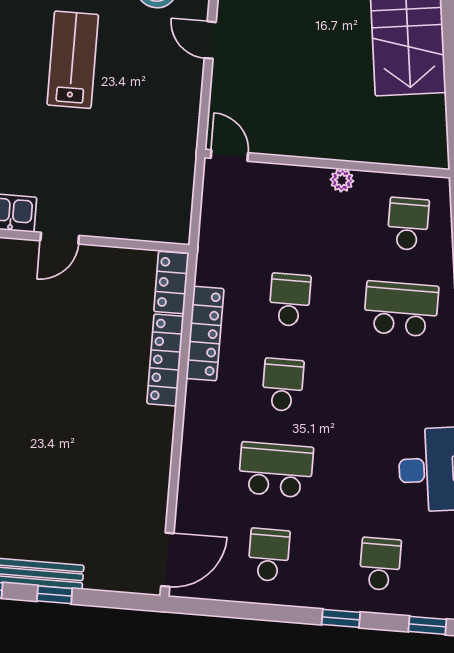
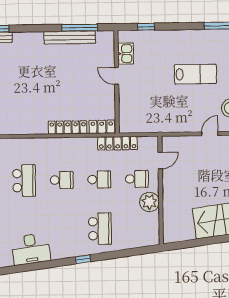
door: (229, 156) -> (160, 160), moved
plant: (342, 180) -> (149, 202), width x1.87, depth x1.87
school desk: (408, 224) -> (137, 179), moved
locker: (205, 334) -> (118, 143), moved

